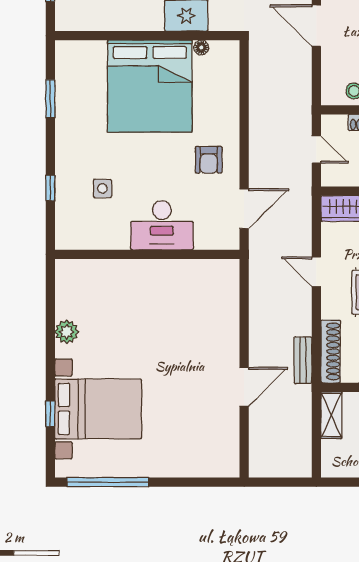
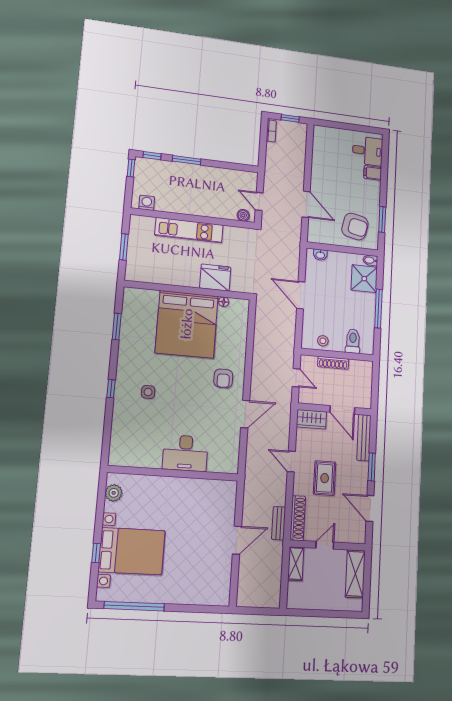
desk: (162, 225) -> (185, 453), moved
wall: (147, 254) -> (173, 473), moved

